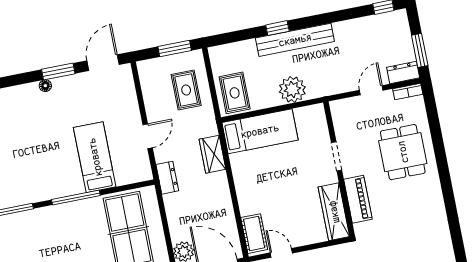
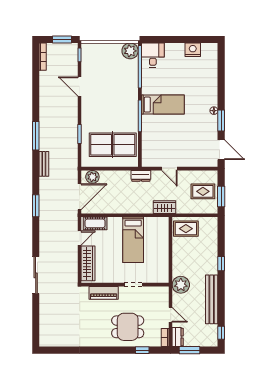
bench: (295, 40) -> (212, 299), moved
plant: (292, 89) -> (181, 285), moved
rug: (186, 90) -> (203, 191), moved
window: (434, 123) -> (142, 350), added
bed: (260, 131) -> (133, 240), moved
wardrobe: (212, 154) -> (164, 207), moved
bed: (95, 157) -> (163, 105), moved
wardrobe: (334, 212) -> (88, 263), moved, turned 90

